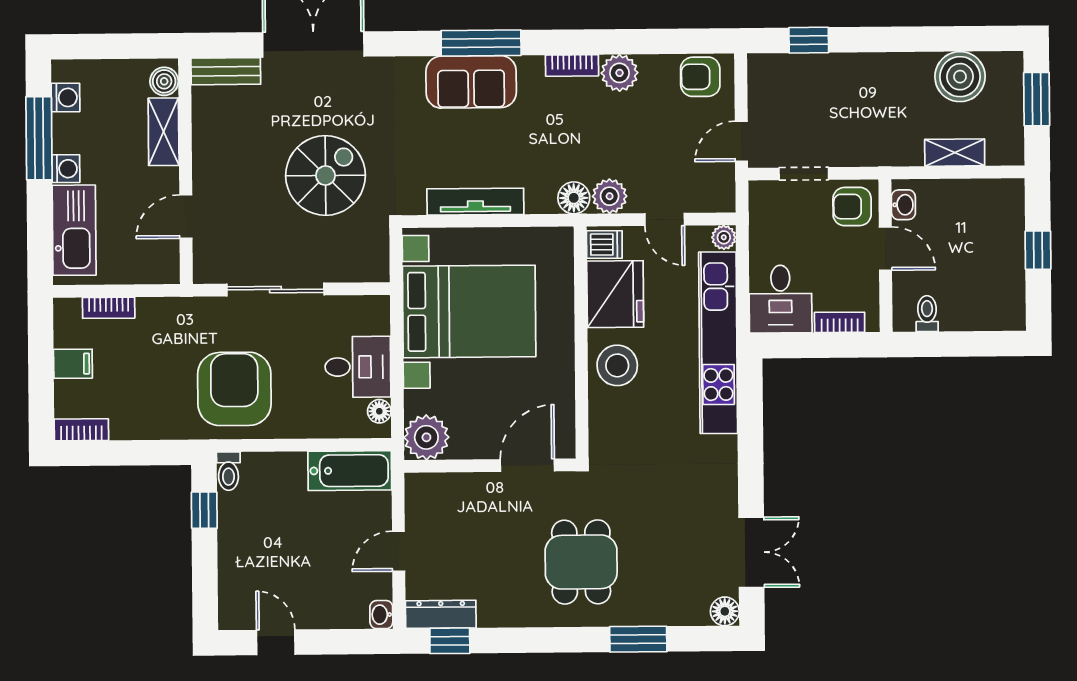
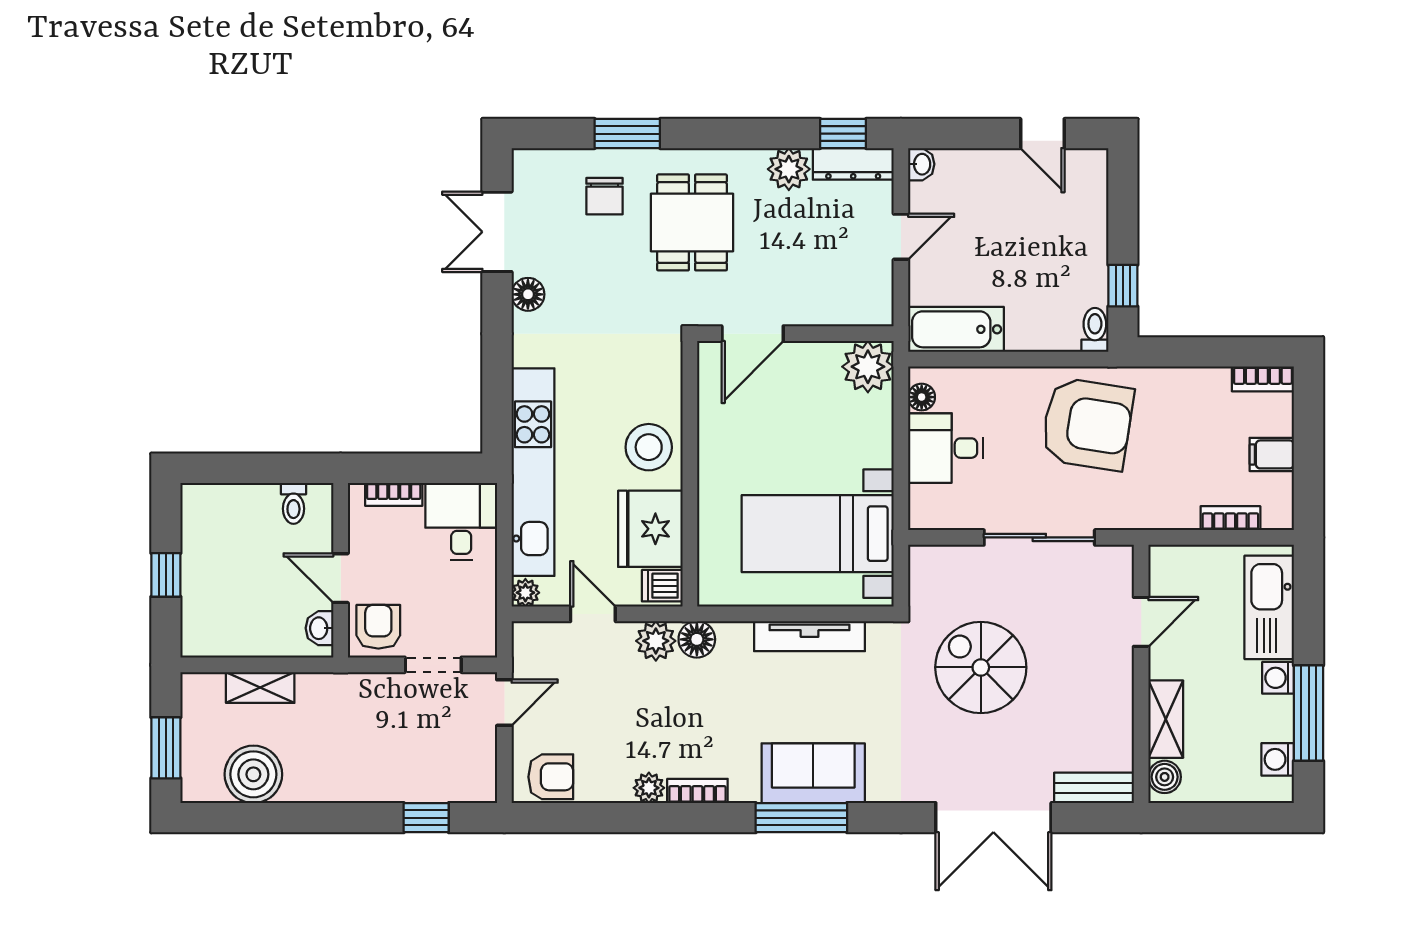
plant: (619, 73) -> (649, 788), width x0.73, depth x0.73
spiral stairs: (326, 175) -> (981, 667), turned 90
armchair: (852, 206) -> (378, 627), turned -90
bed with nightstands: (469, 311) -> (818, 534), width x0.73
armchair: (234, 389) -> (1087, 424), turned -81
chair: (658, 584) -> (604, 196), added
plant: (497, 609) -> (789, 169), added
floor lamp: (725, 611) -> (528, 294), moved

